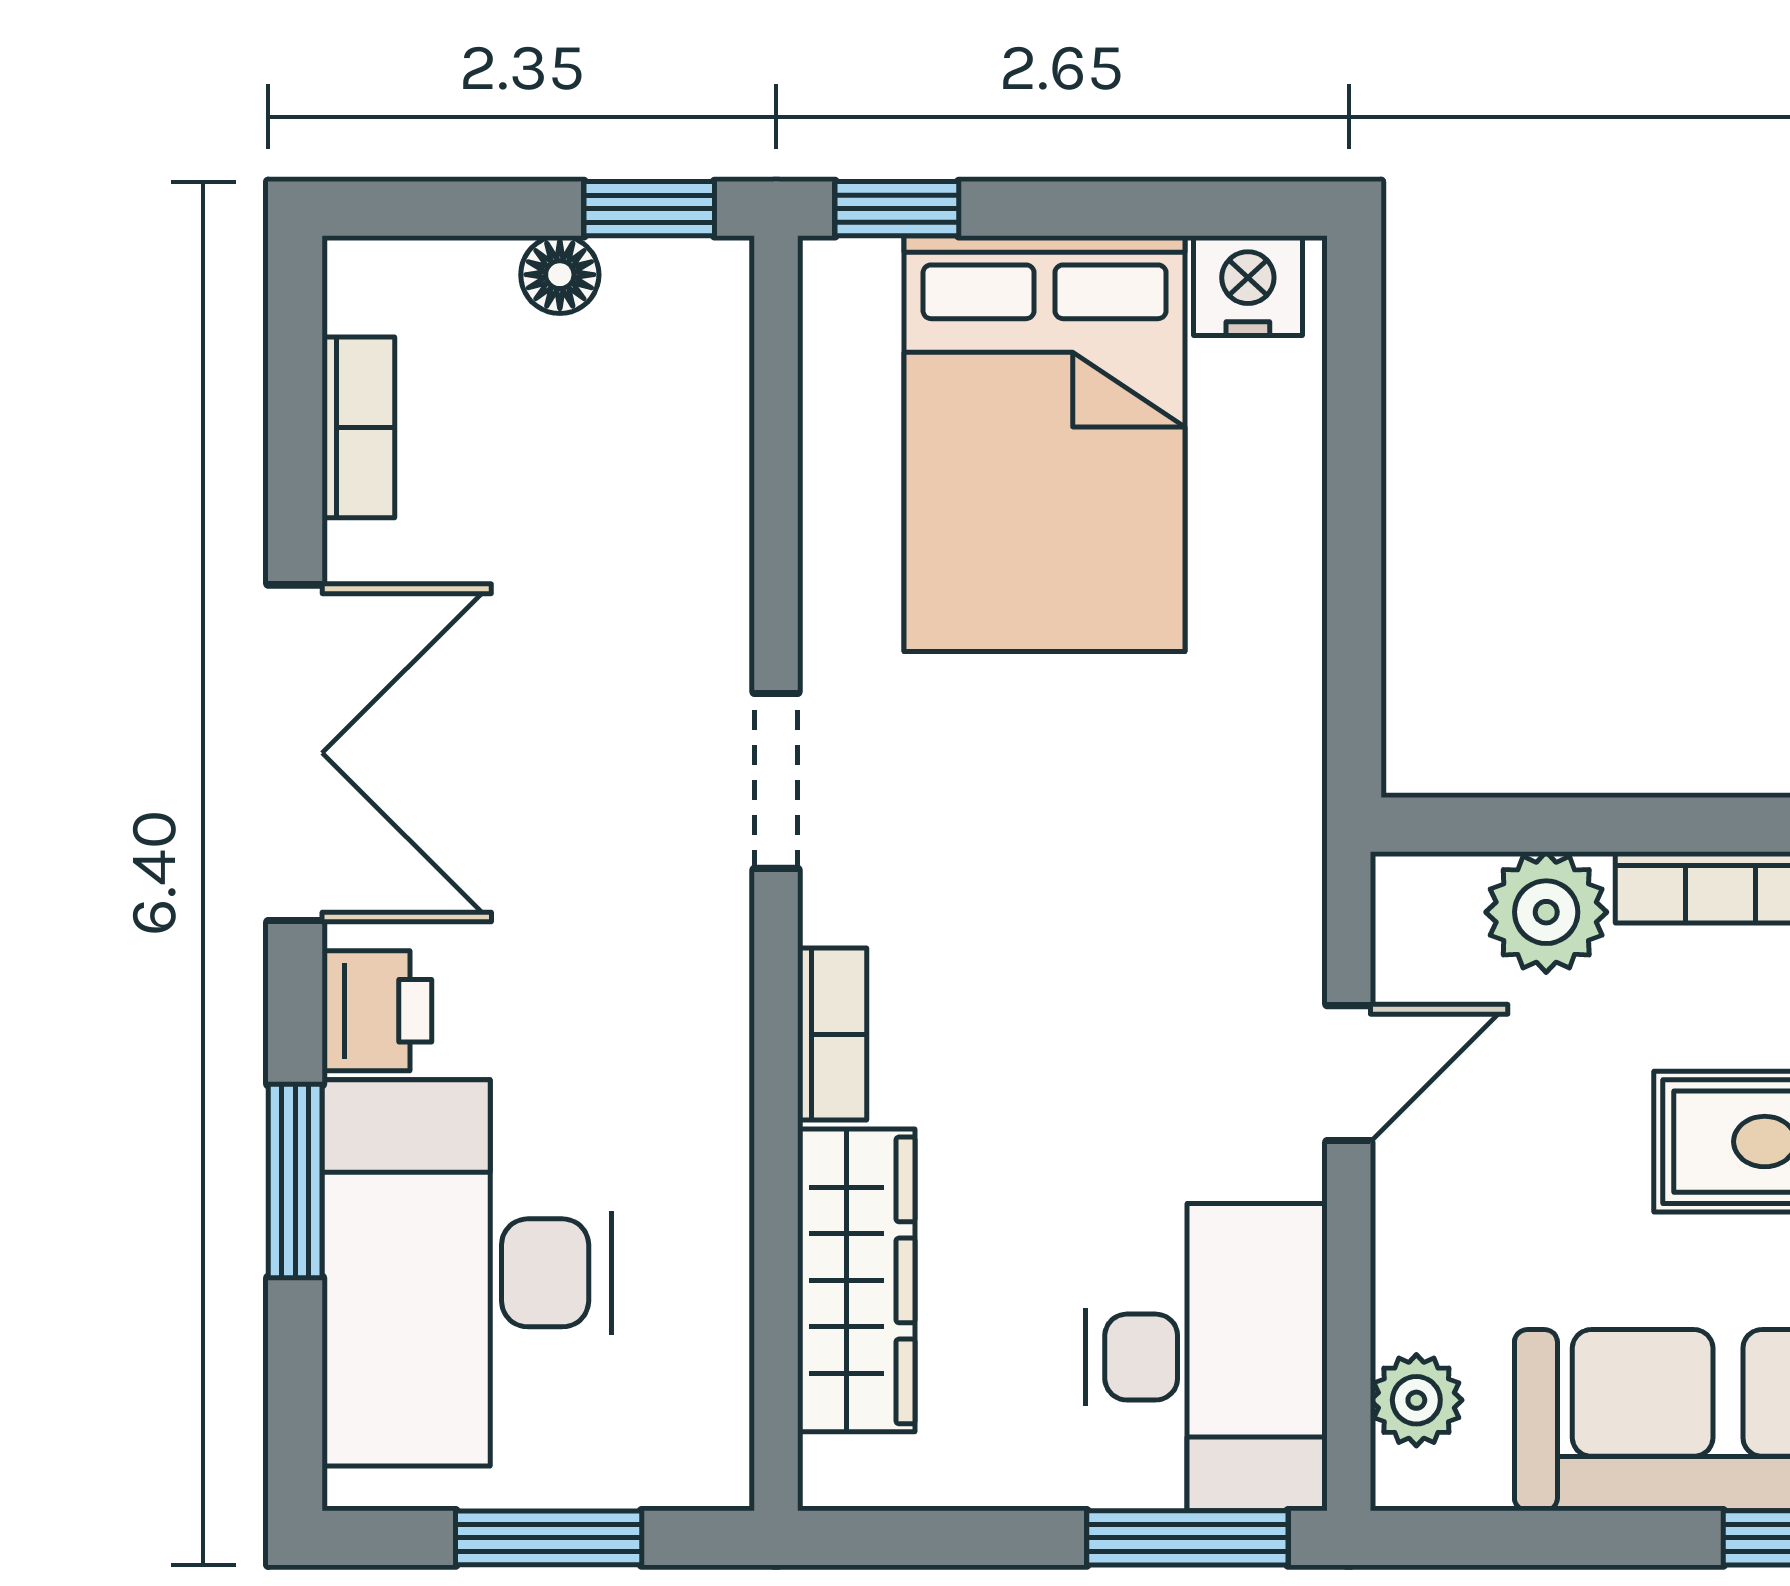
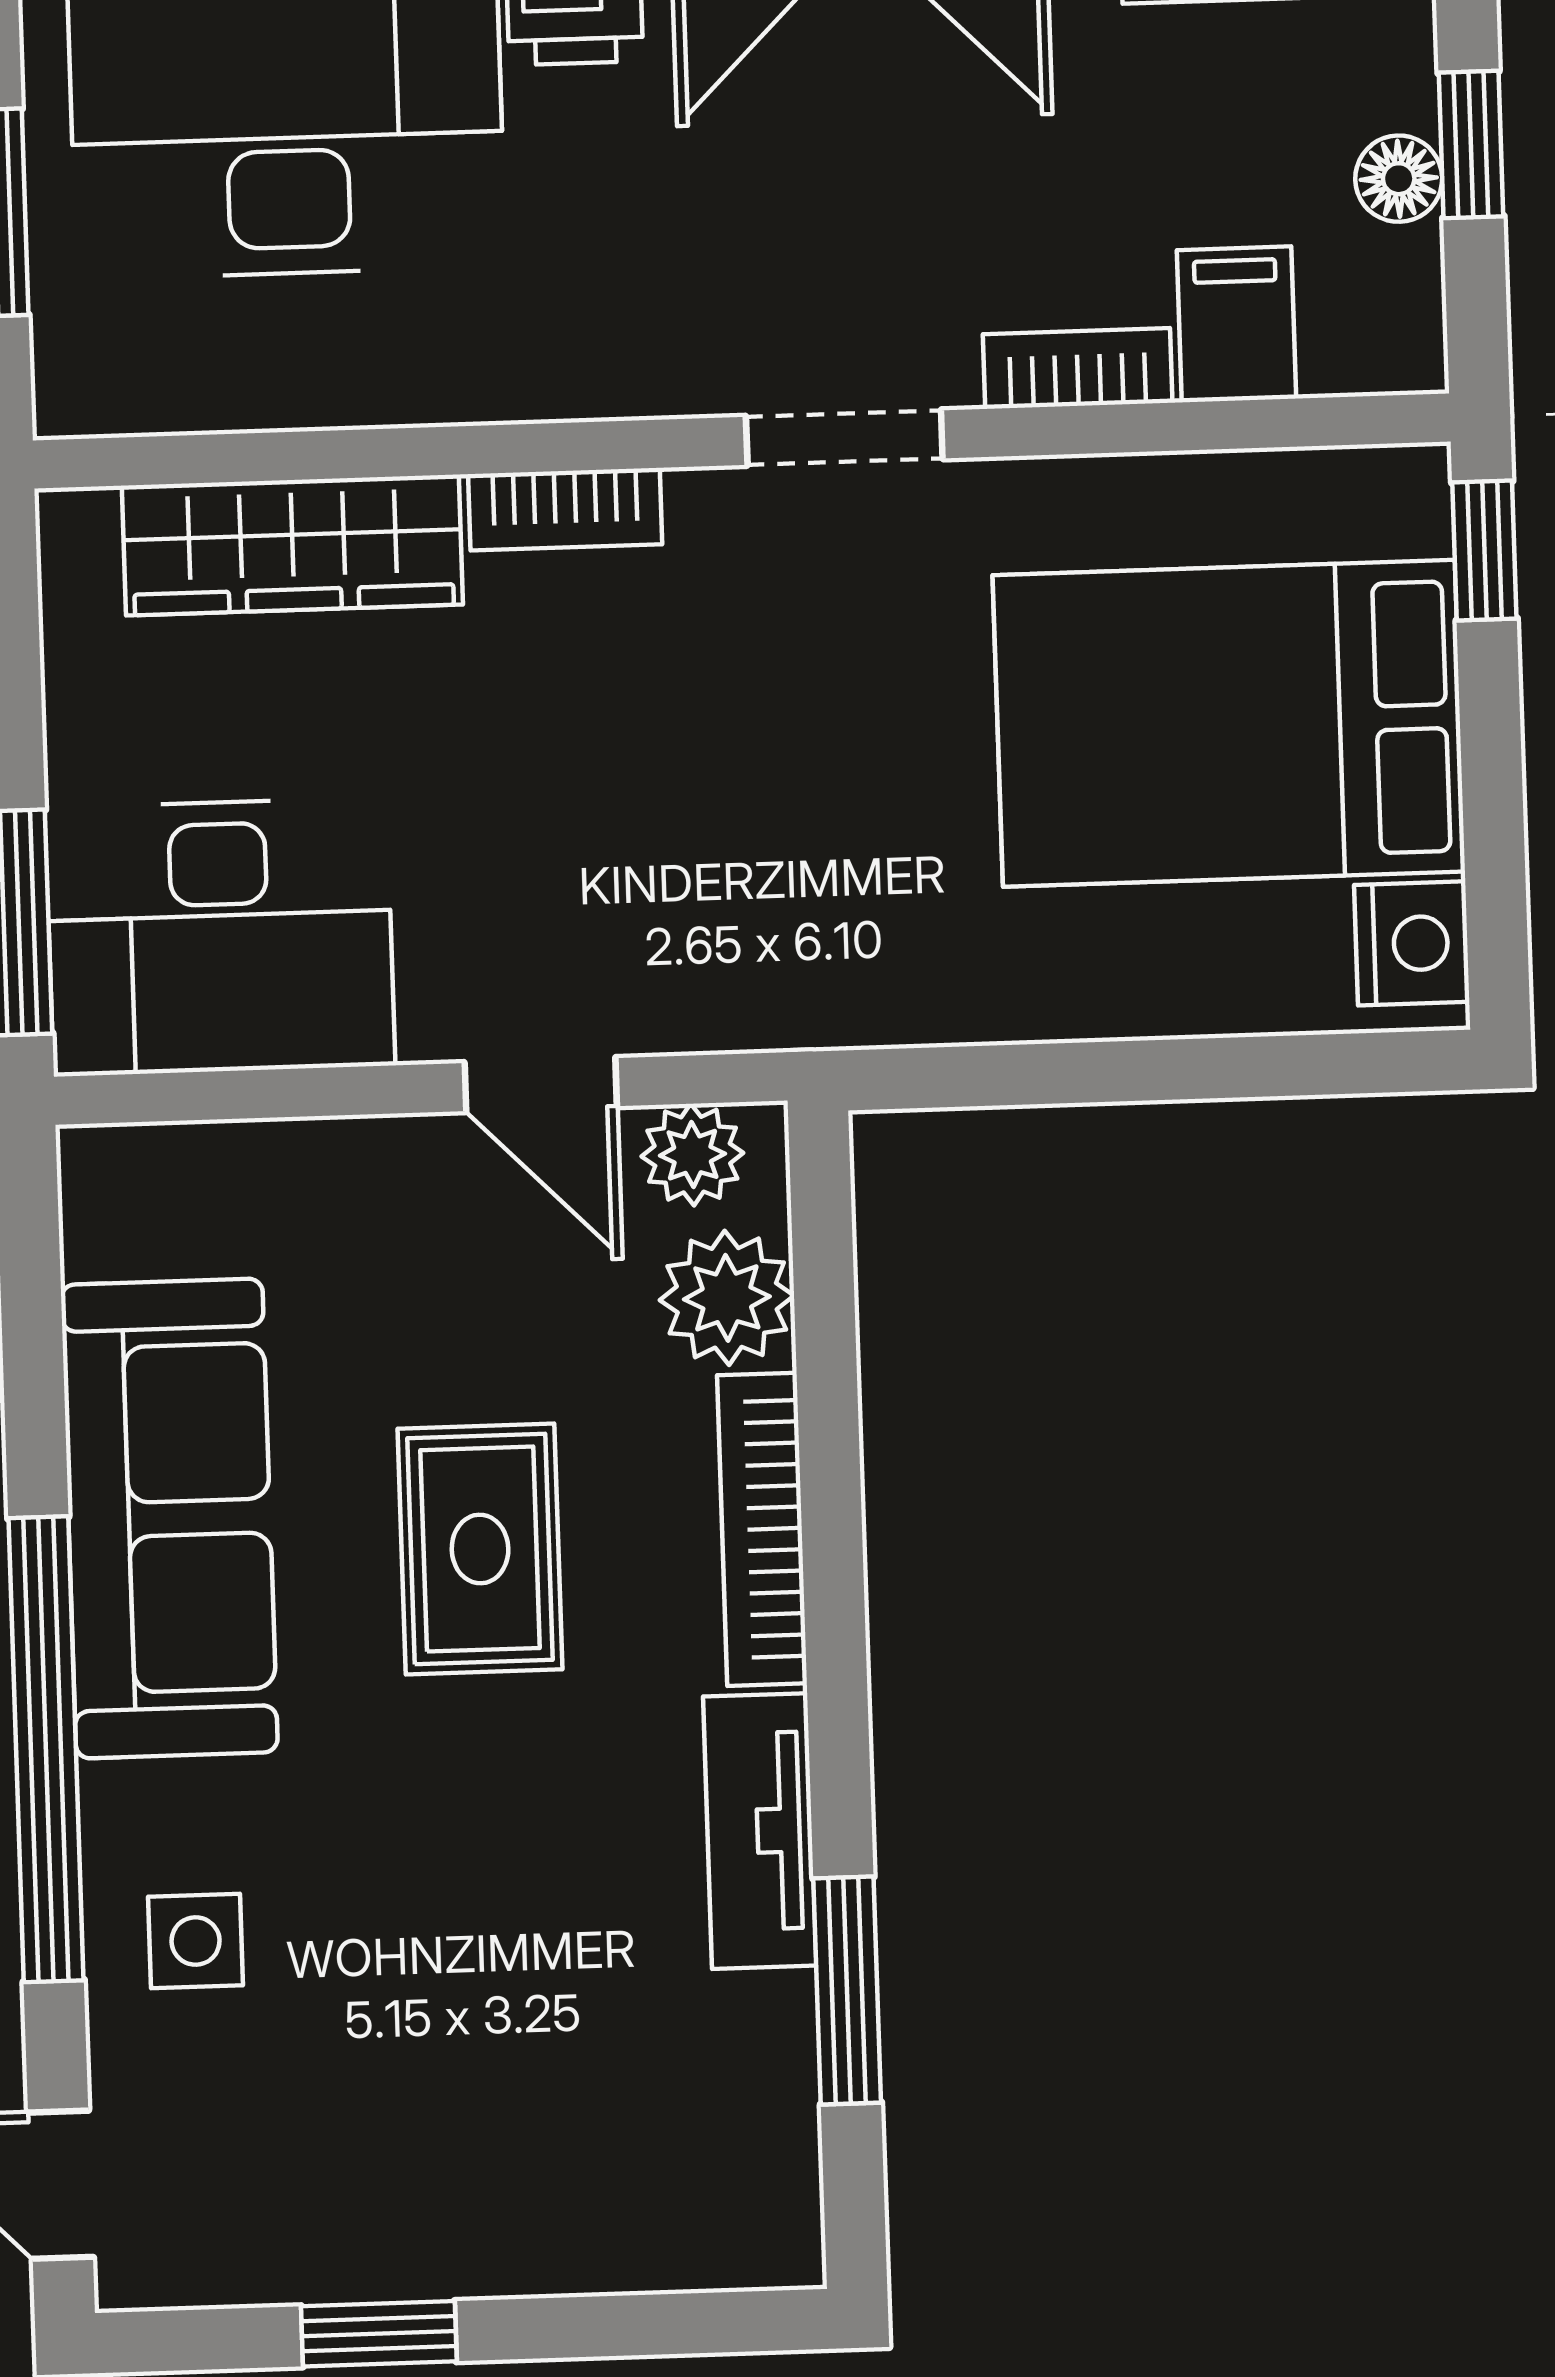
window: (649, 209) -> (1471, 145), moved
filing cabinet: (686, 425) -> (1236, 324), added
bookcase: (721, 569) -> (1078, 368), added
plant: (1416, 1400) -> (692, 1155), moved

